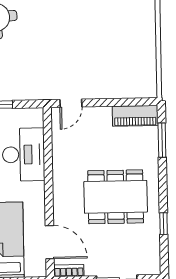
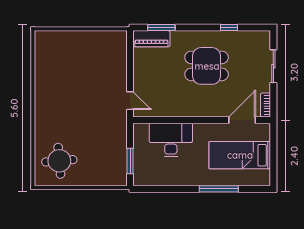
piano: (135, 116) -> (151, 39), moved, turned 90
dining table: (116, 197) -> (207, 66), width x0.73

